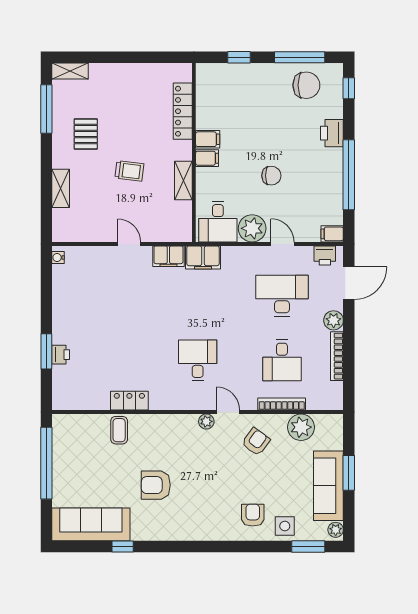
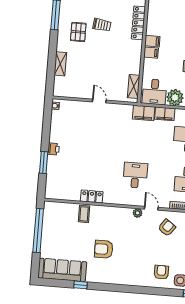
trolley: (129, 171) -> (102, 25), moved
shelving: (183, 181) -> (134, 87), moved
filing cabinet: (168, 256) -> (165, 114), moved
printer: (61, 355) -> (53, 149), moved

